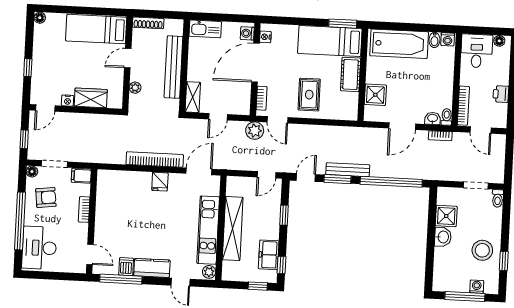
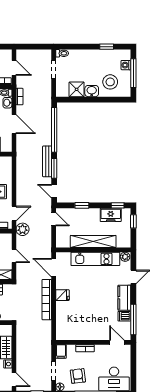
door: (481, 130) -> (14, 68), hinge flipped
stool: (482, 250) -> (110, 82), moved
door: (90, 254) -> (117, 342), hinge flipped

